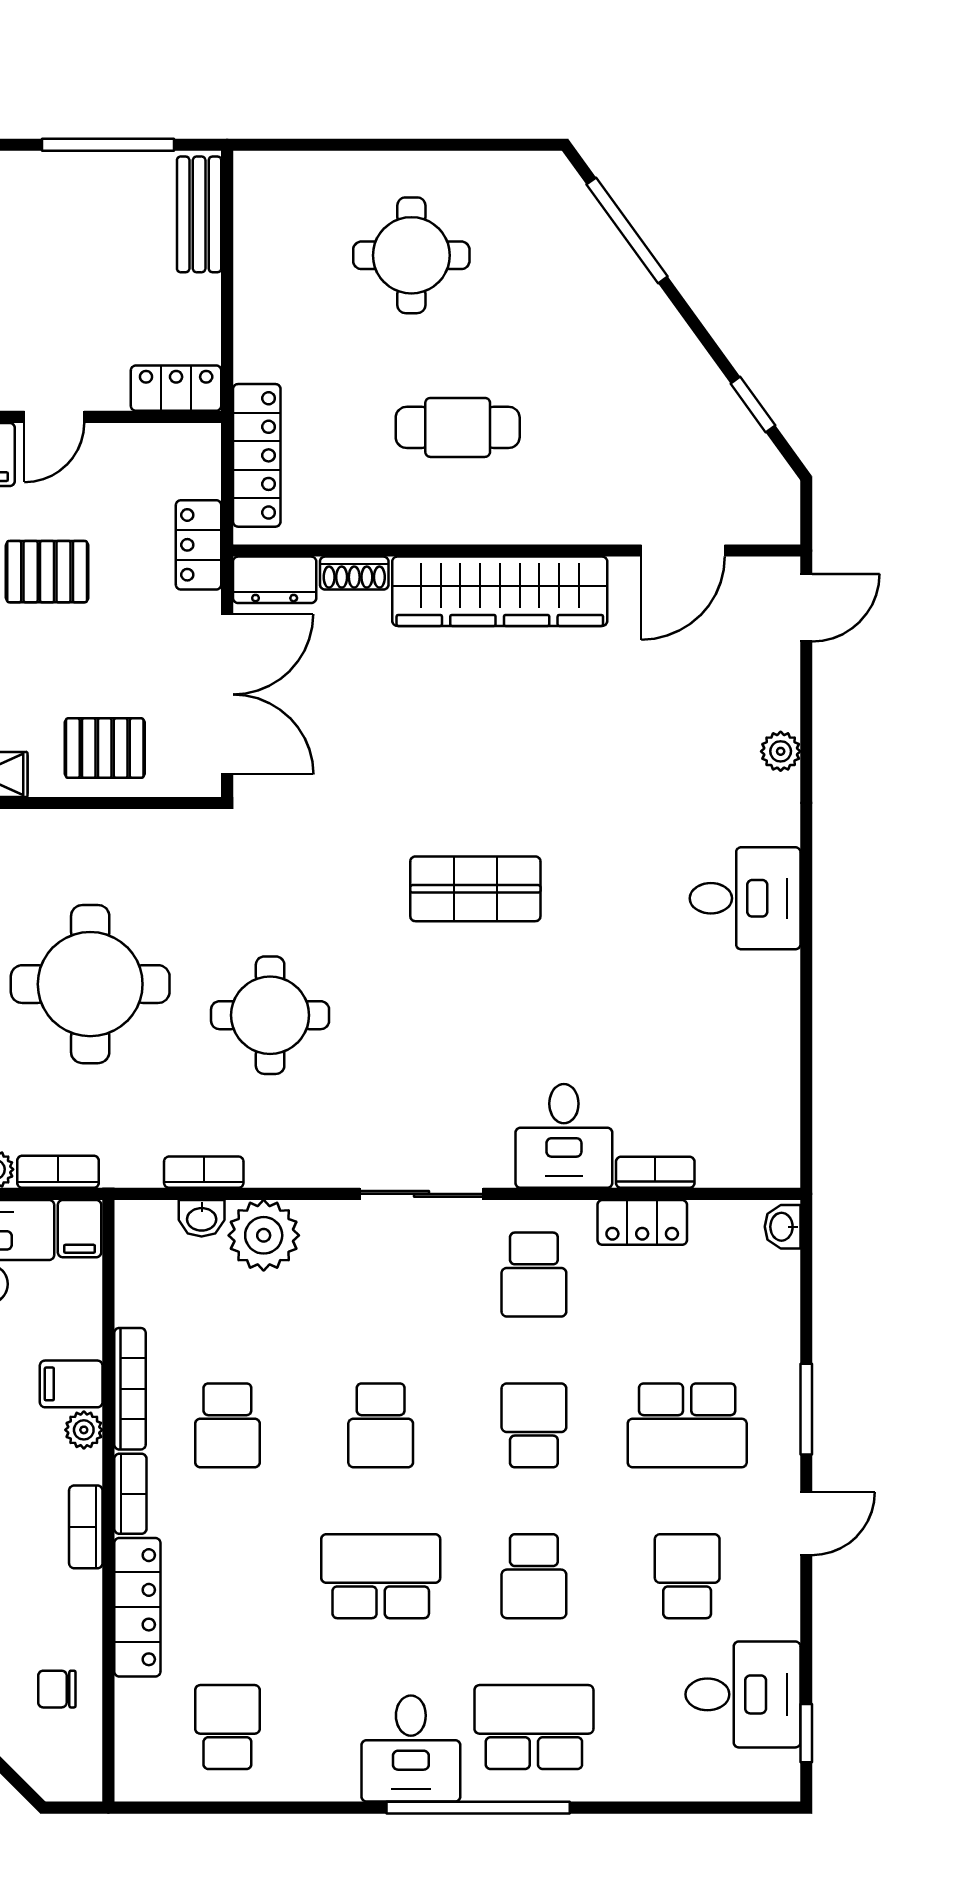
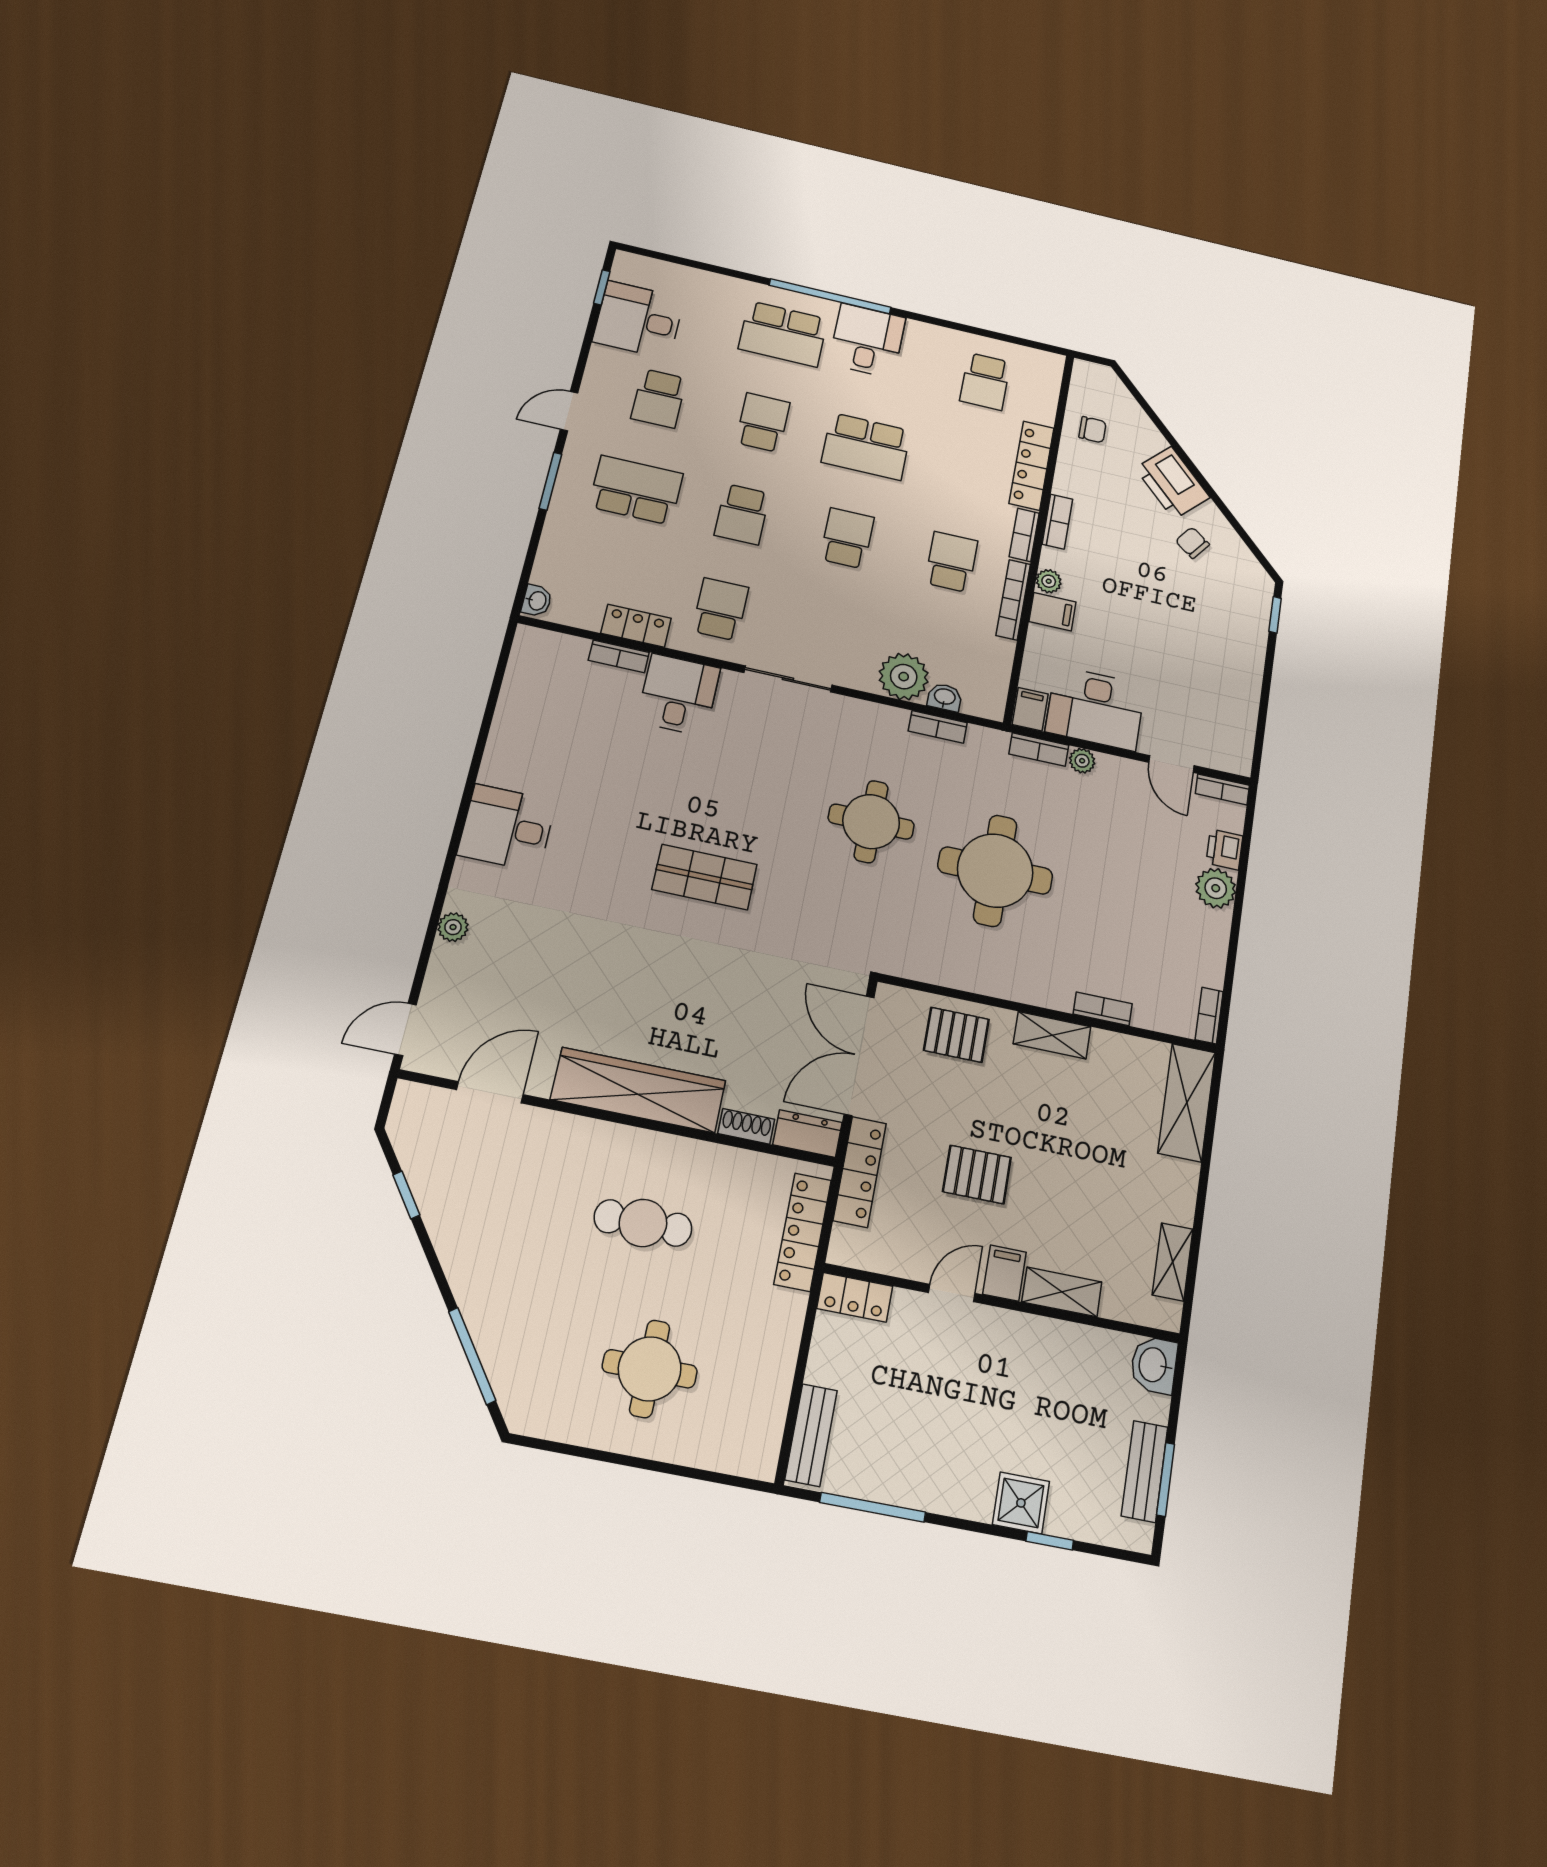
locker: (199, 545) -> (860, 1172), width x1.53

